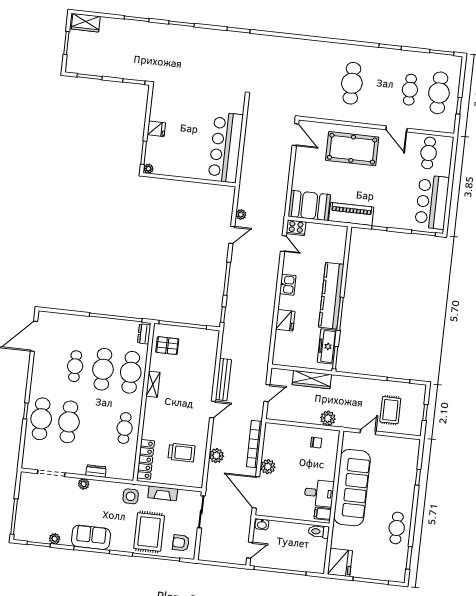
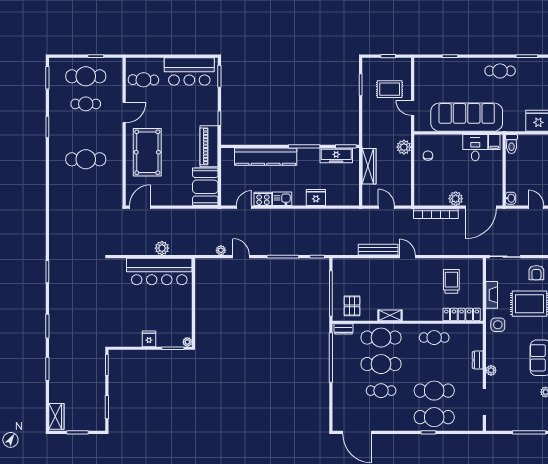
cooker: (296, 228) -> (263, 199), moved, turned -90
kitchen counter: (331, 296) -> (266, 157), moved
plant: (216, 456) -> (162, 248), moved

